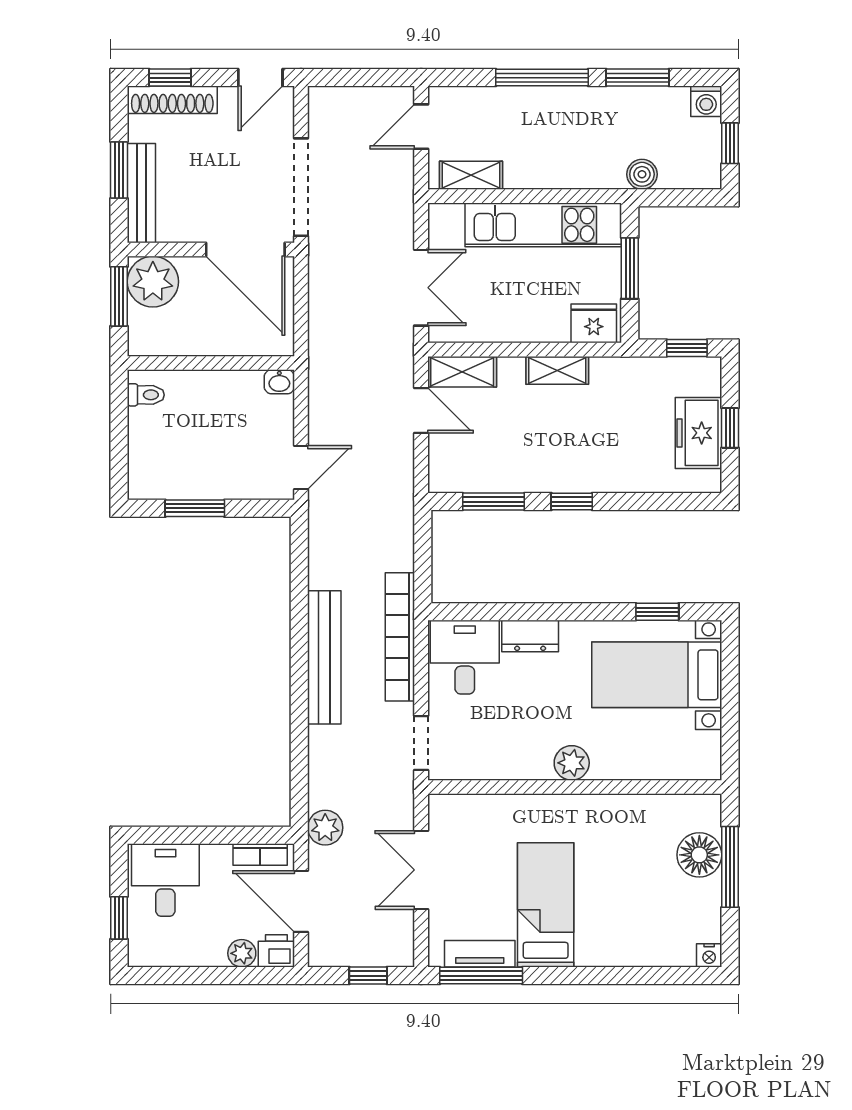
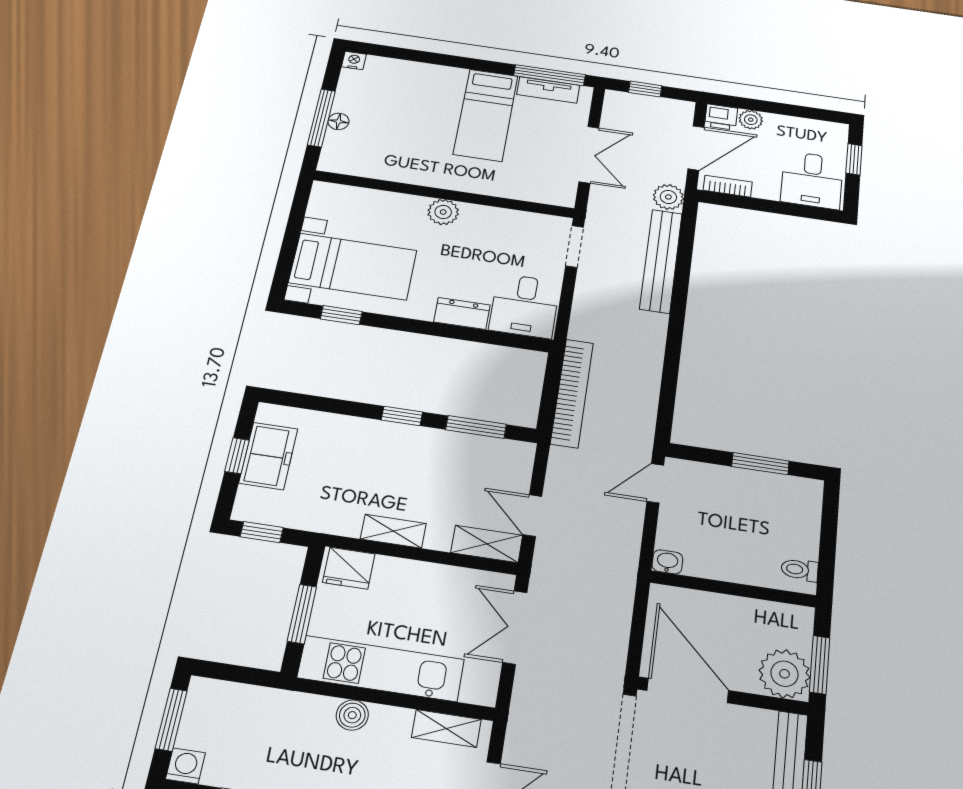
window: (730, 143) -> (171, 720), width x1.50
boiler: (642, 174) -> (352, 715), moved
bookcase: (400, 637) -> (572, 393), moved
bench: (324, 657) -> (661, 261), moved
floor lamp: (699, 855) -> (338, 121), width x0.53, depth x0.53
door: (301, 901) -> (696, 148), hinge flipped

